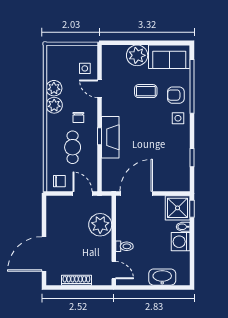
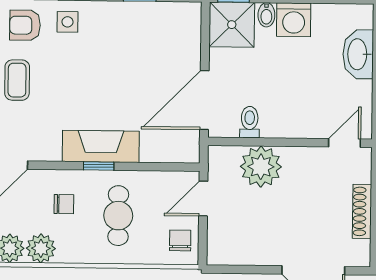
armchair: (176, 95) -> (25, 25), turned 90
cafe table: (73, 147) -> (118, 216), turned 90
door: (136, 194) -> (204, 100), hinge flipped
toilet: (124, 246) -> (250, 122), moved

